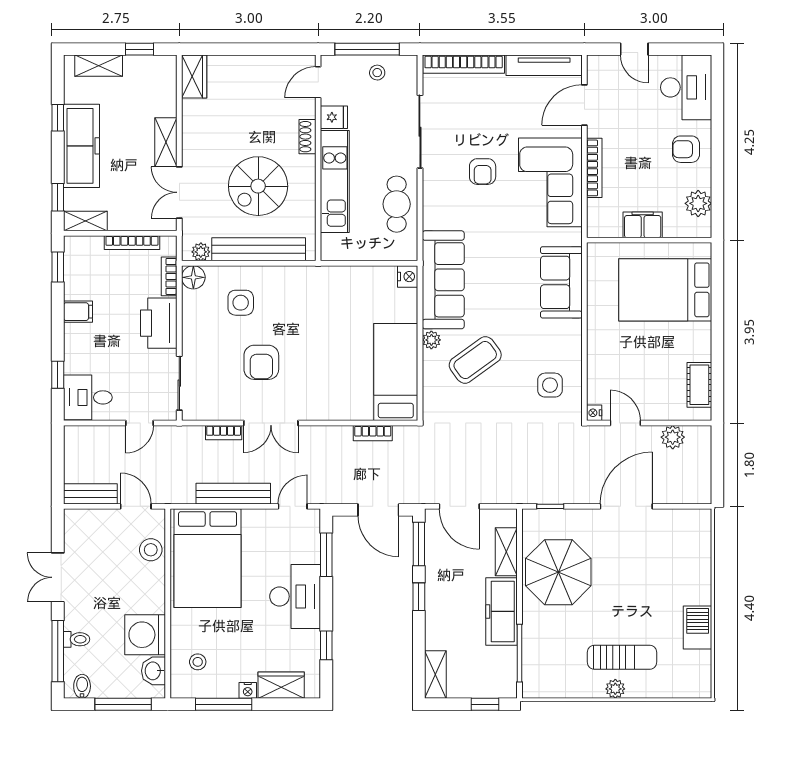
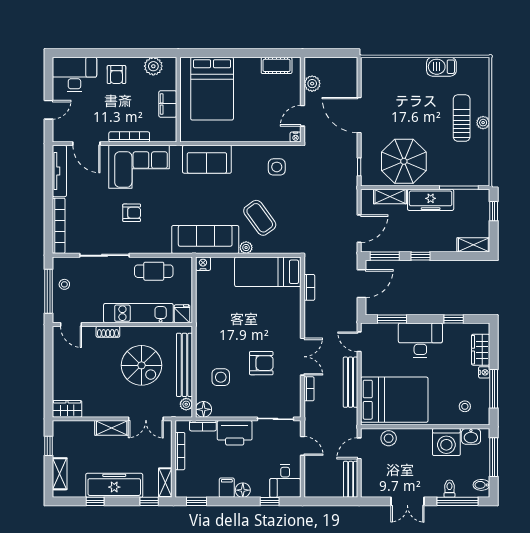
fridge: (334, 117) -> (182, 314), moved
floor lamp: (74, 335) -> (243, 490), added

